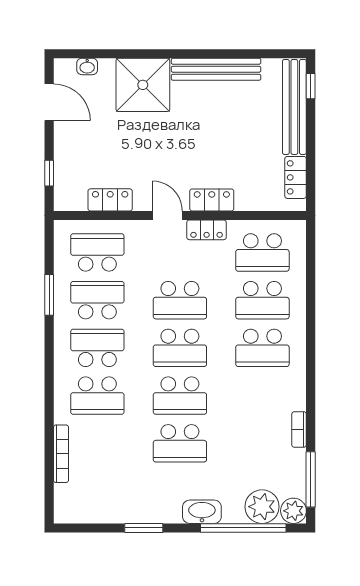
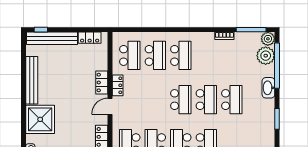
school desk: (180, 300) -> (155, 100), removed

